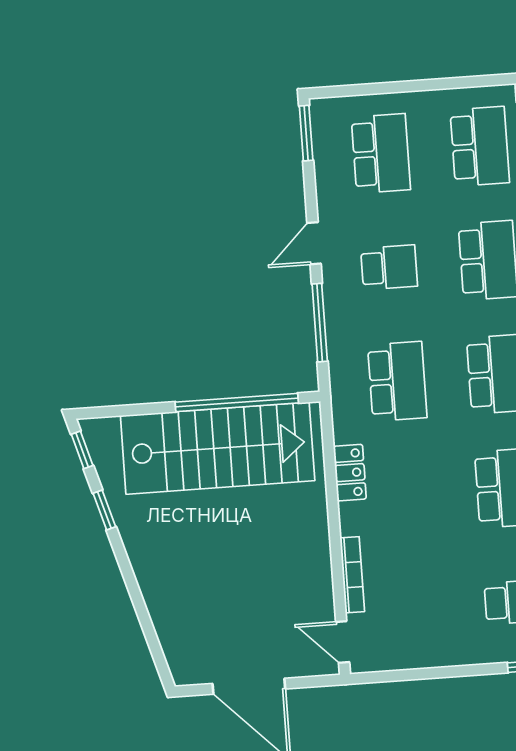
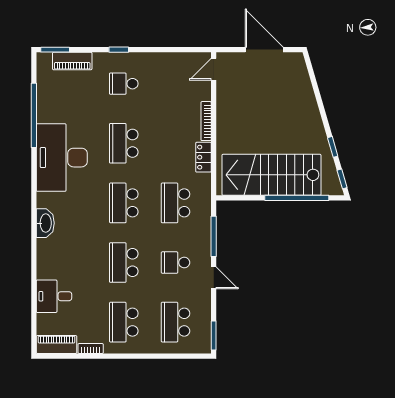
door: (314, 243) -> (214, 278), hinge flipped
window: (237, 402) -> (297, 198), moved
bookcase: (352, 575) -> (206, 121), moved
door: (343, 642) -> (214, 69), swing flipped

